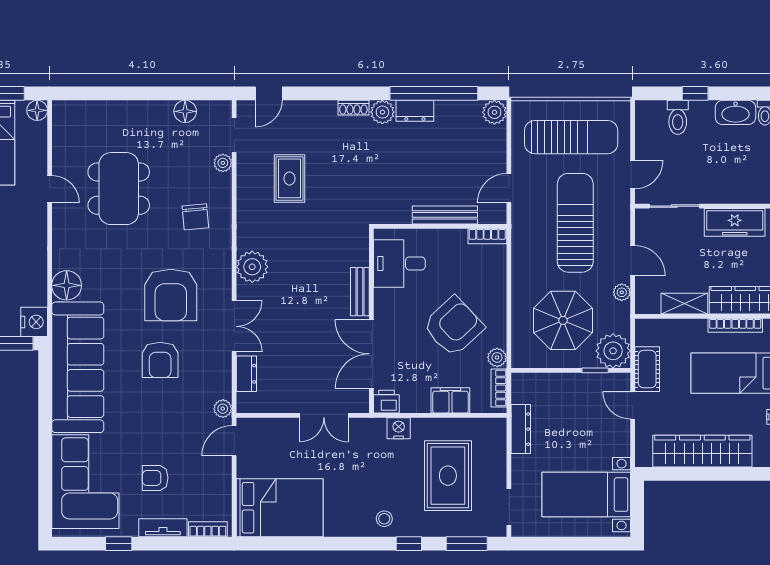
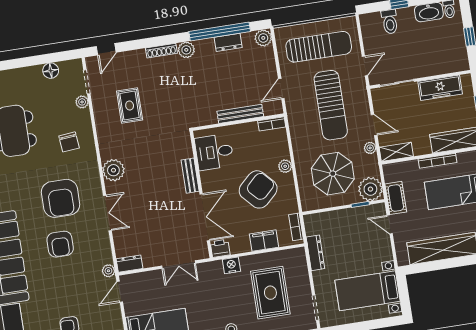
shoe rack: (353, 108) -> (161, 51), width x1.43
dresser: (415, 111) -> (228, 42), moved
sun lounger: (575, 223) -> (331, 105), turned 180
shelving: (684, 304) -> (396, 152), moved
bookcase: (735, 326) -> (438, 161), moved
double door: (371, 354) -> (205, 217), swing flipped
plant: (497, 357) -> (285, 166), moved
dresser: (246, 374) -> (129, 264), moved, turned -90

